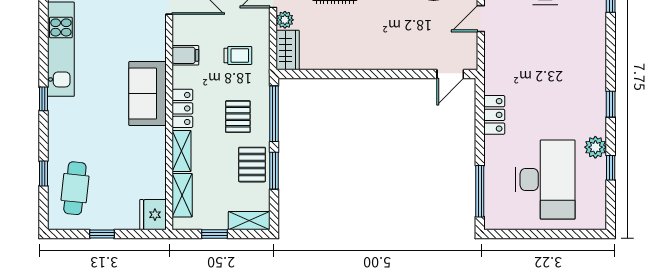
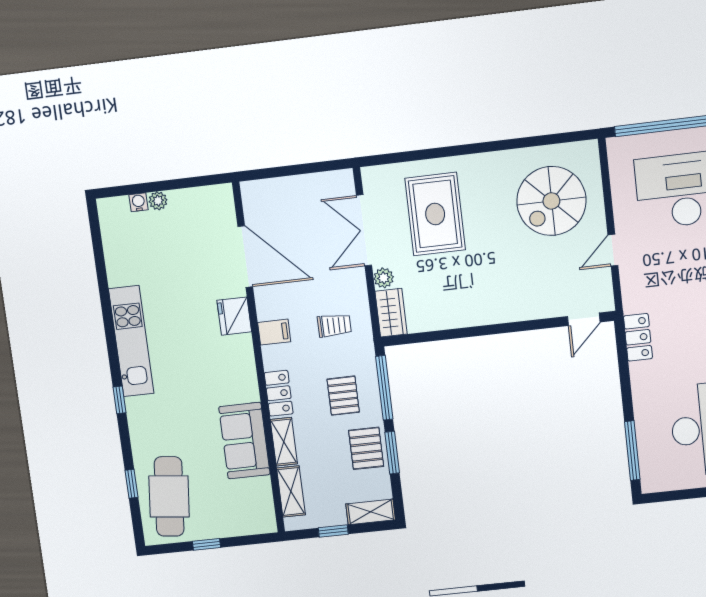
sofa: (147, 94) -> (244, 441), moved
locker: (494, 115) -> (638, 337), moved
cafe table: (75, 188) -> (169, 496), width x1.37, depth x1.35
fridge: (153, 215) -> (234, 316), moved

